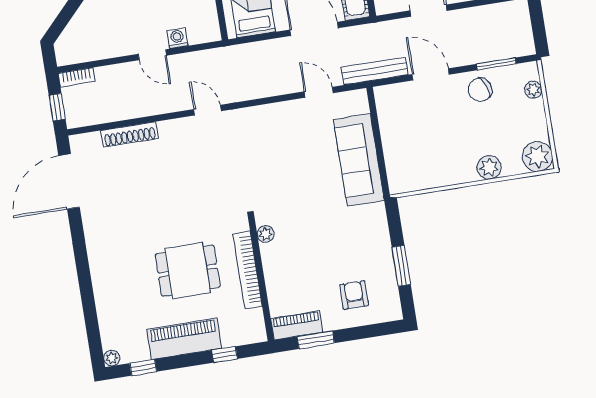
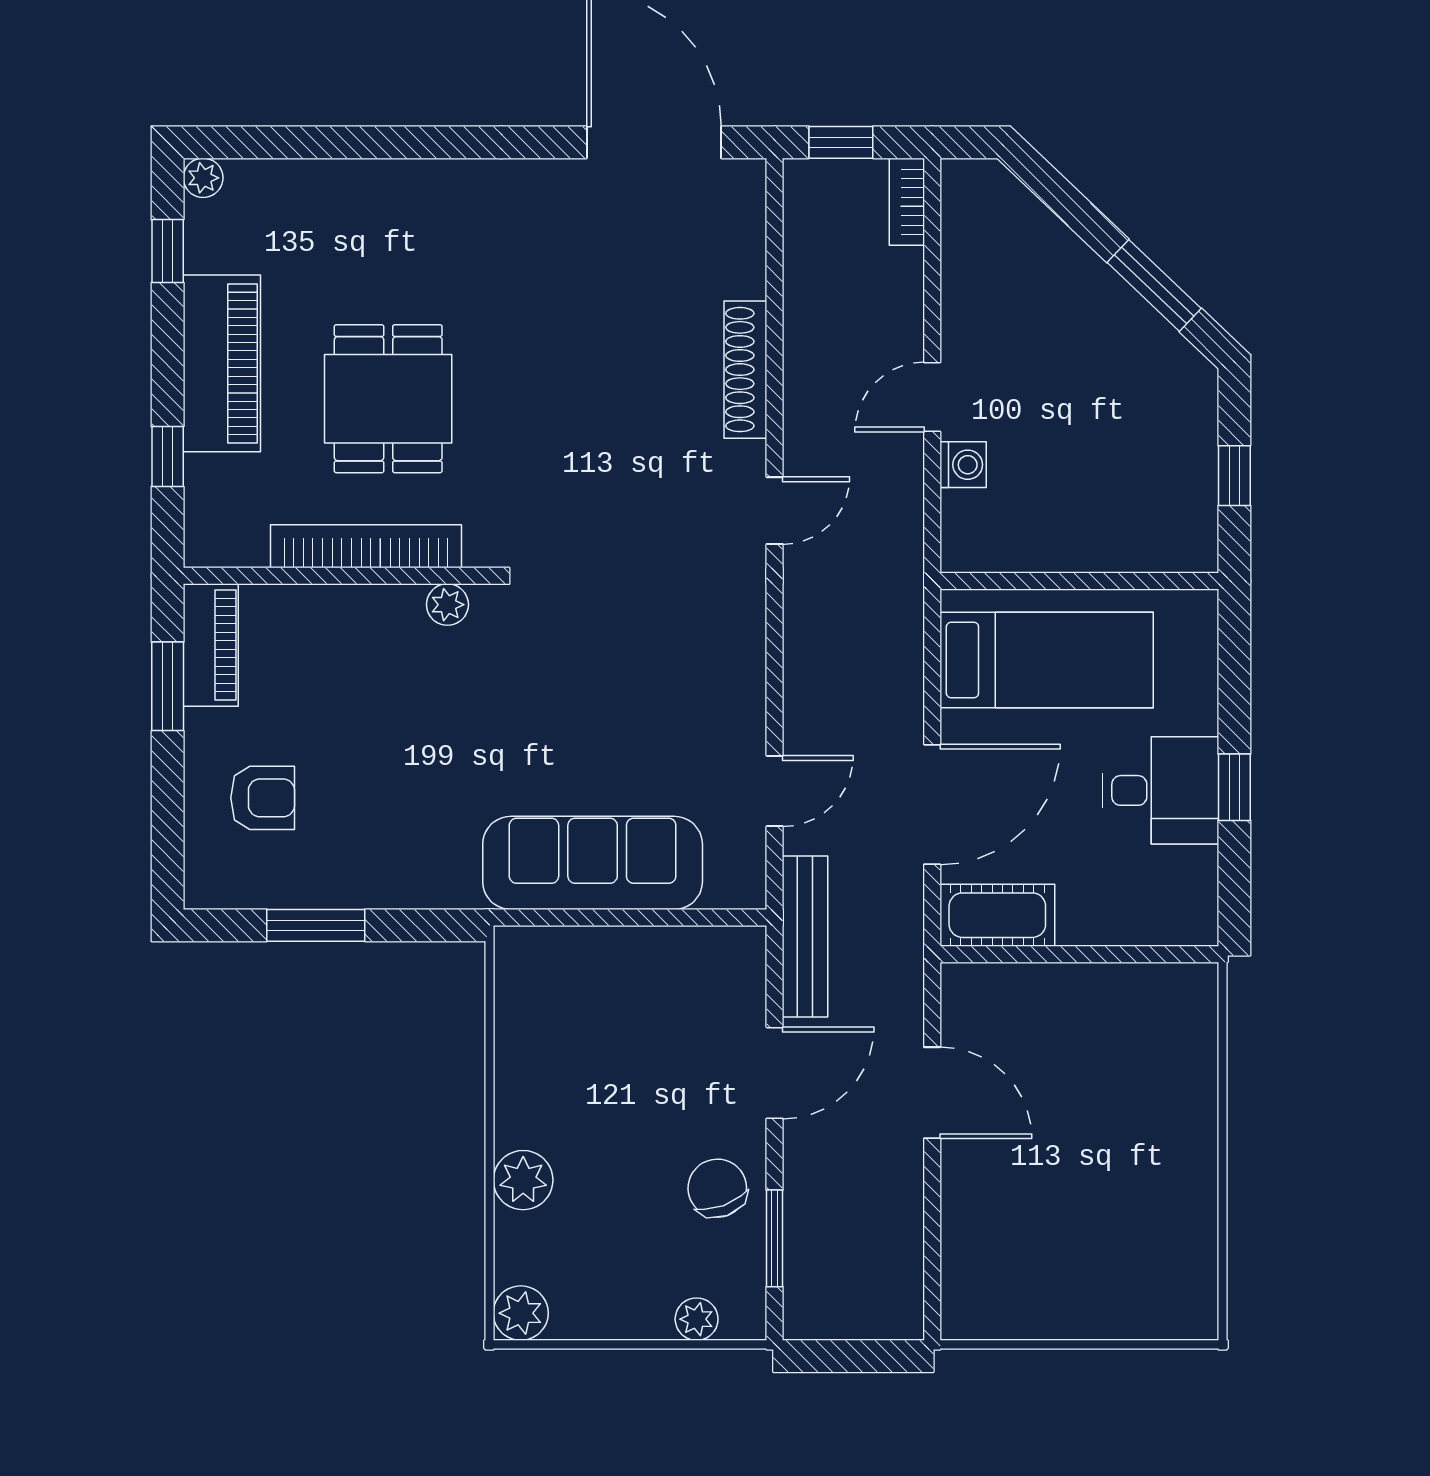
shoe rack: (130, 134) -> (745, 370), moved
plant: (537, 157) -> (521, 1313), width x0.73, depth x0.73

